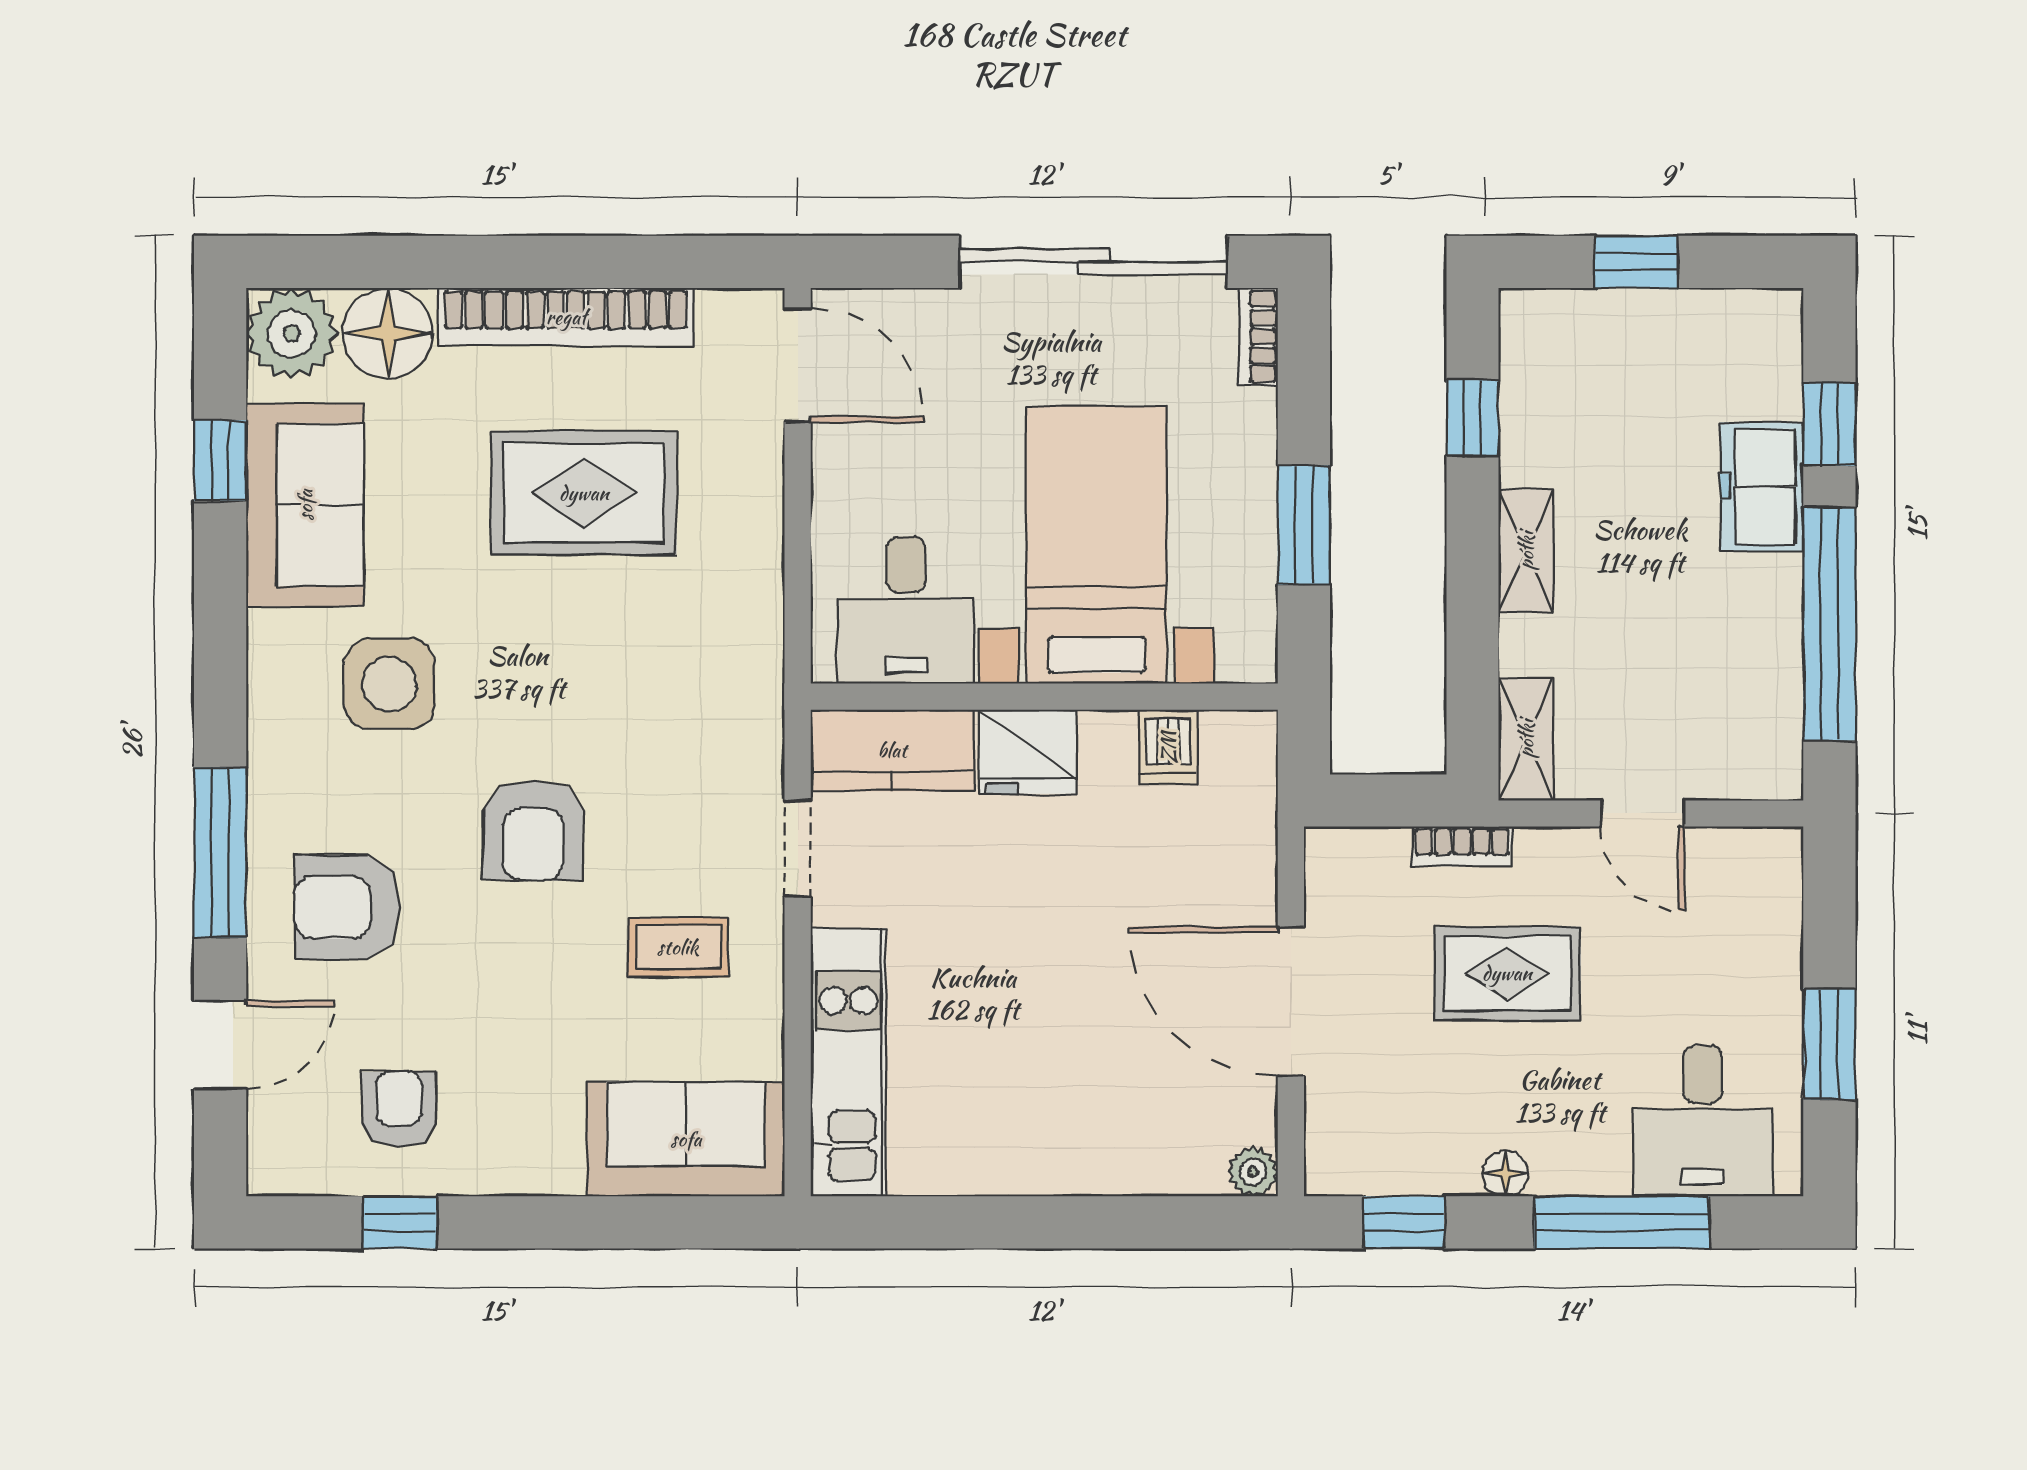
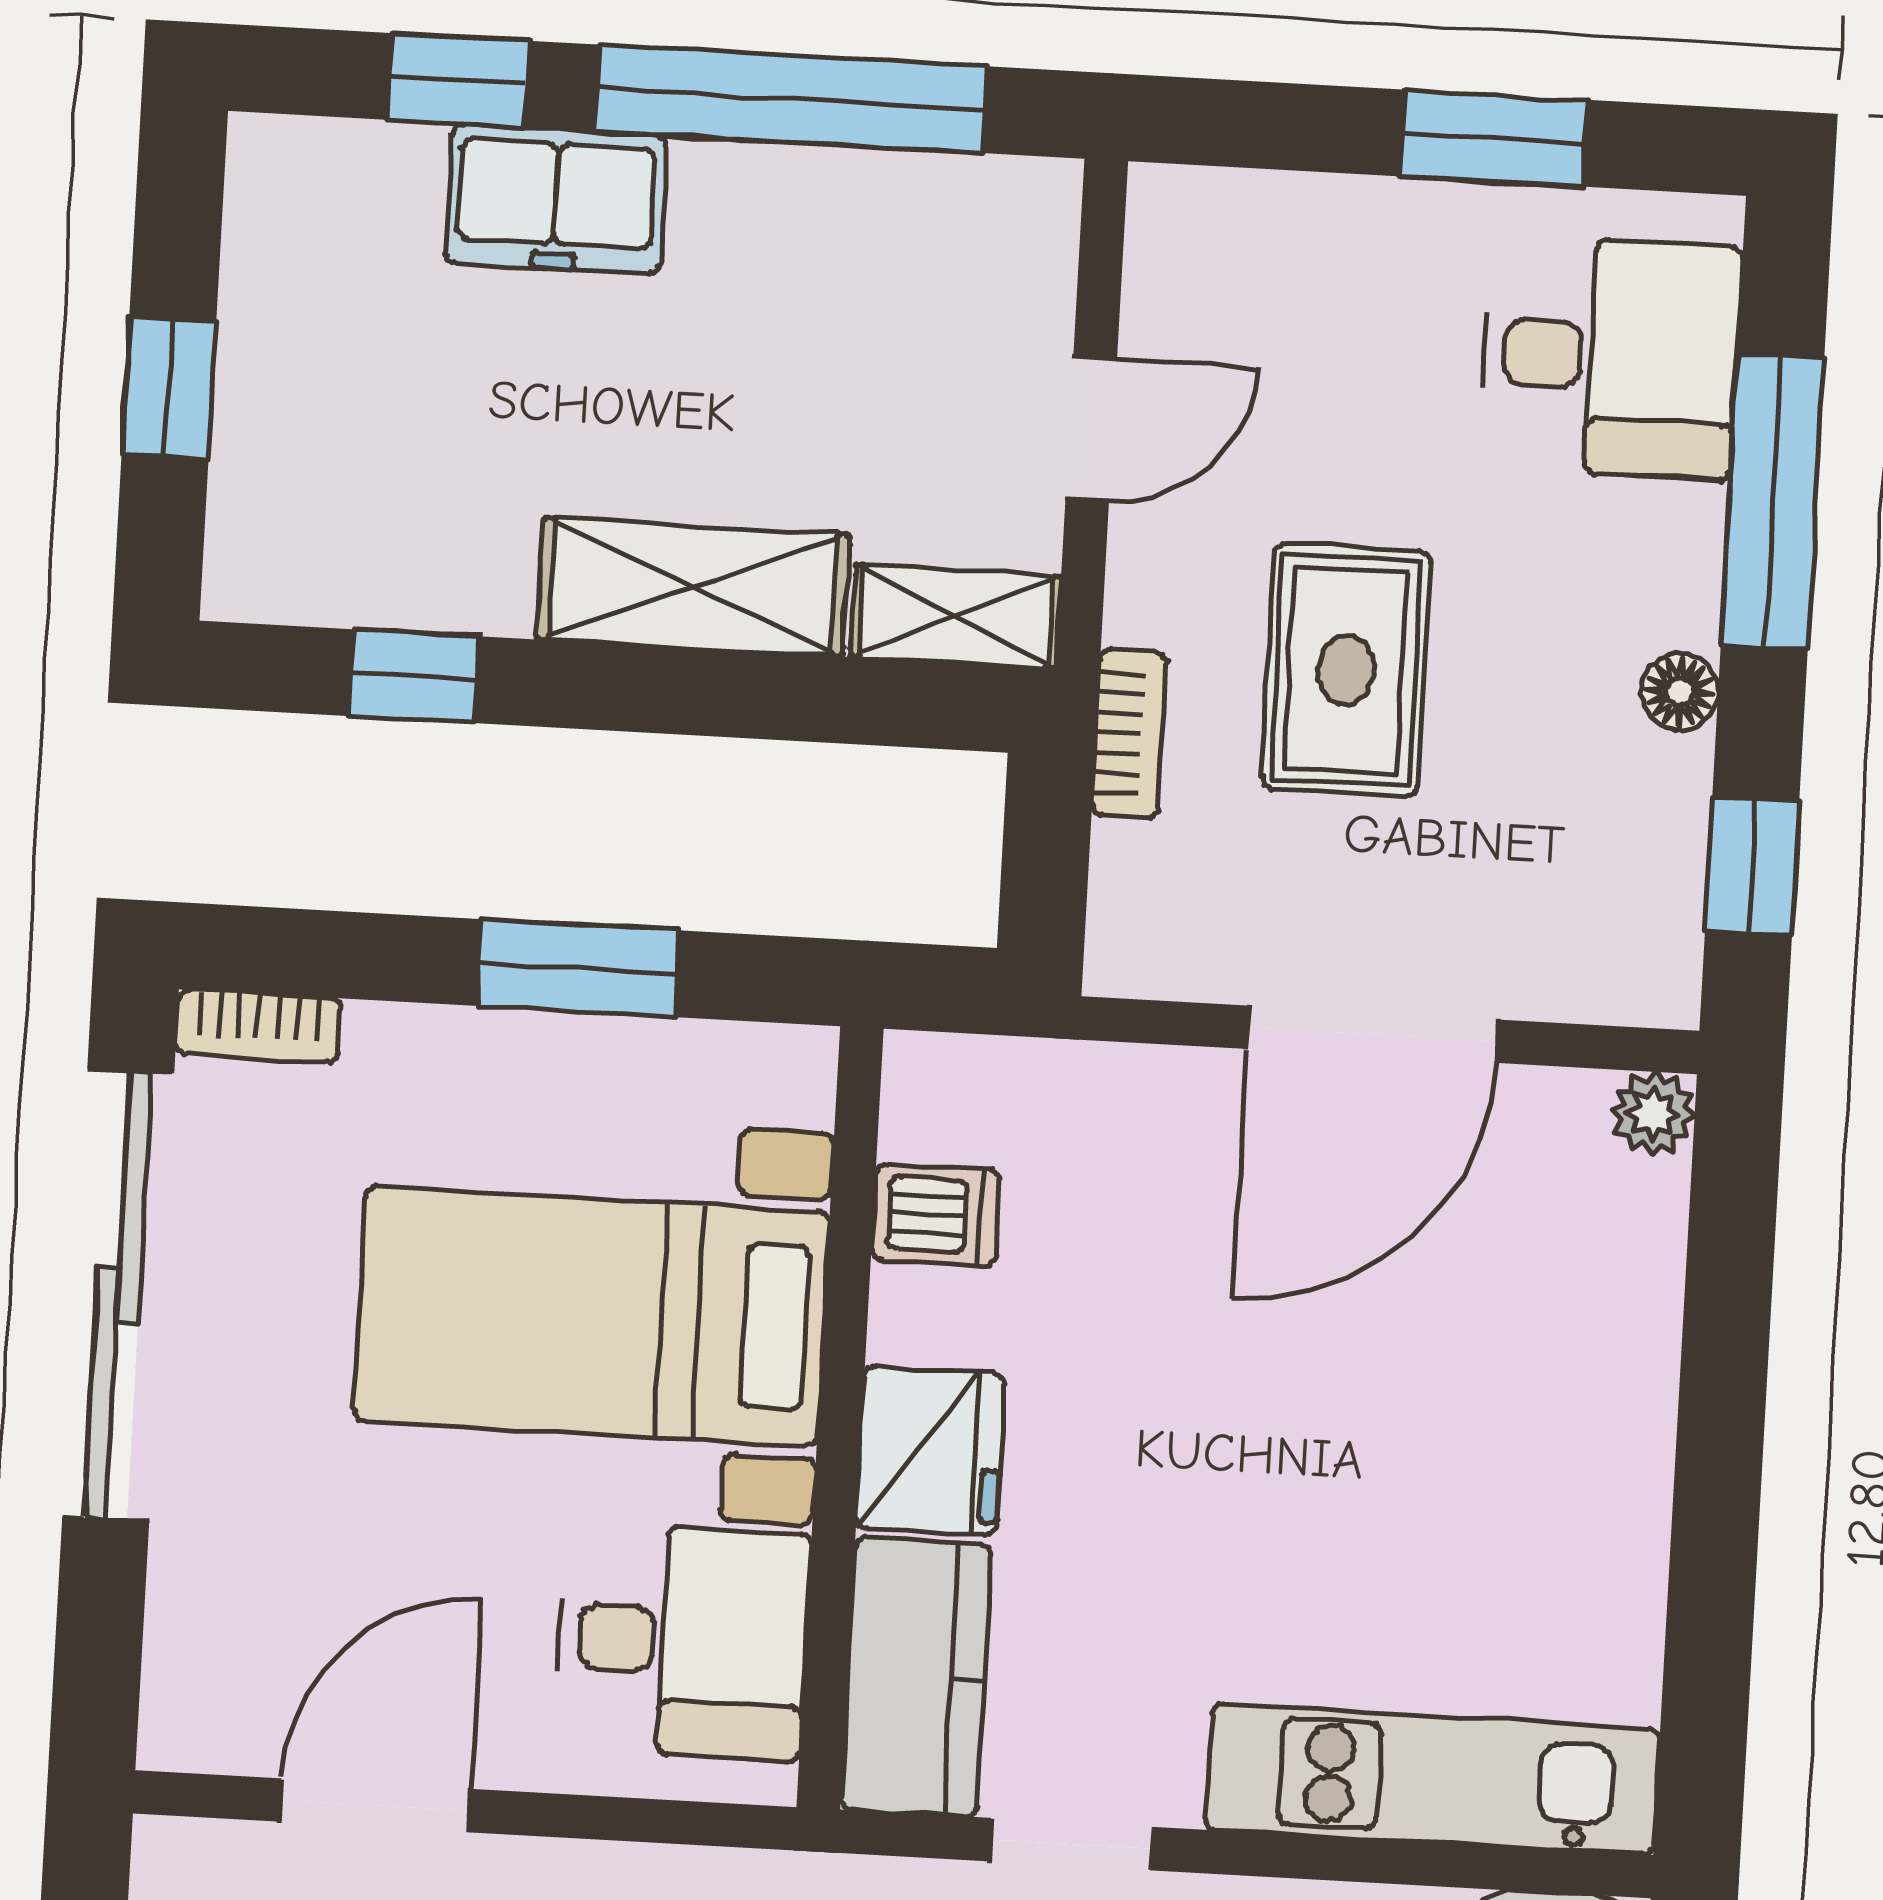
door: (798, 365) -> (375, 1805), moved
shelving: (1526, 551) -> (693, 587), width x1.50, depth x1.33

